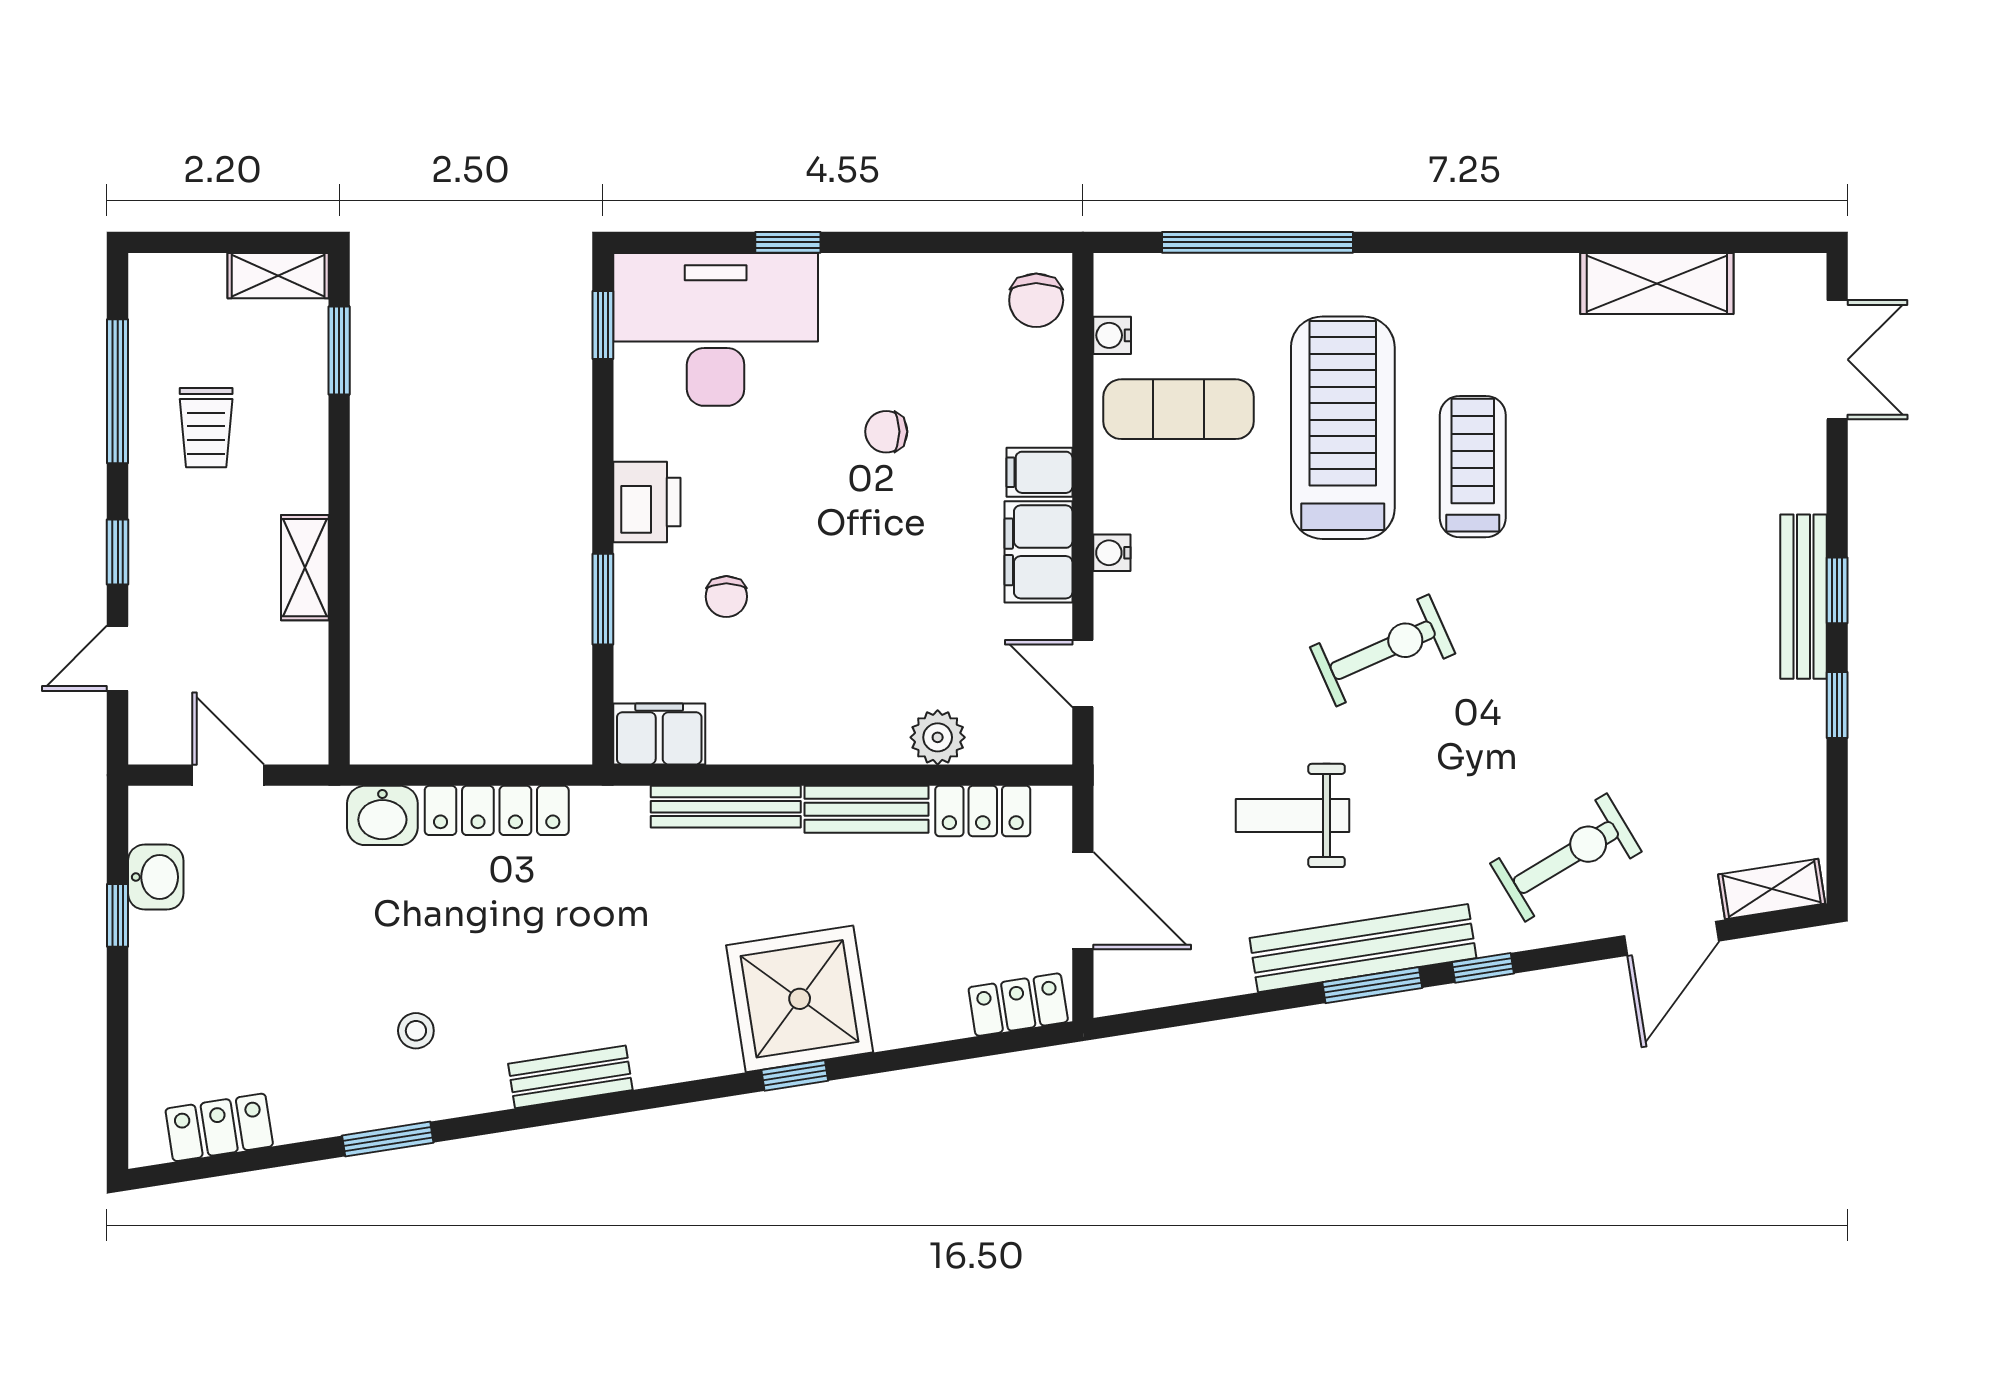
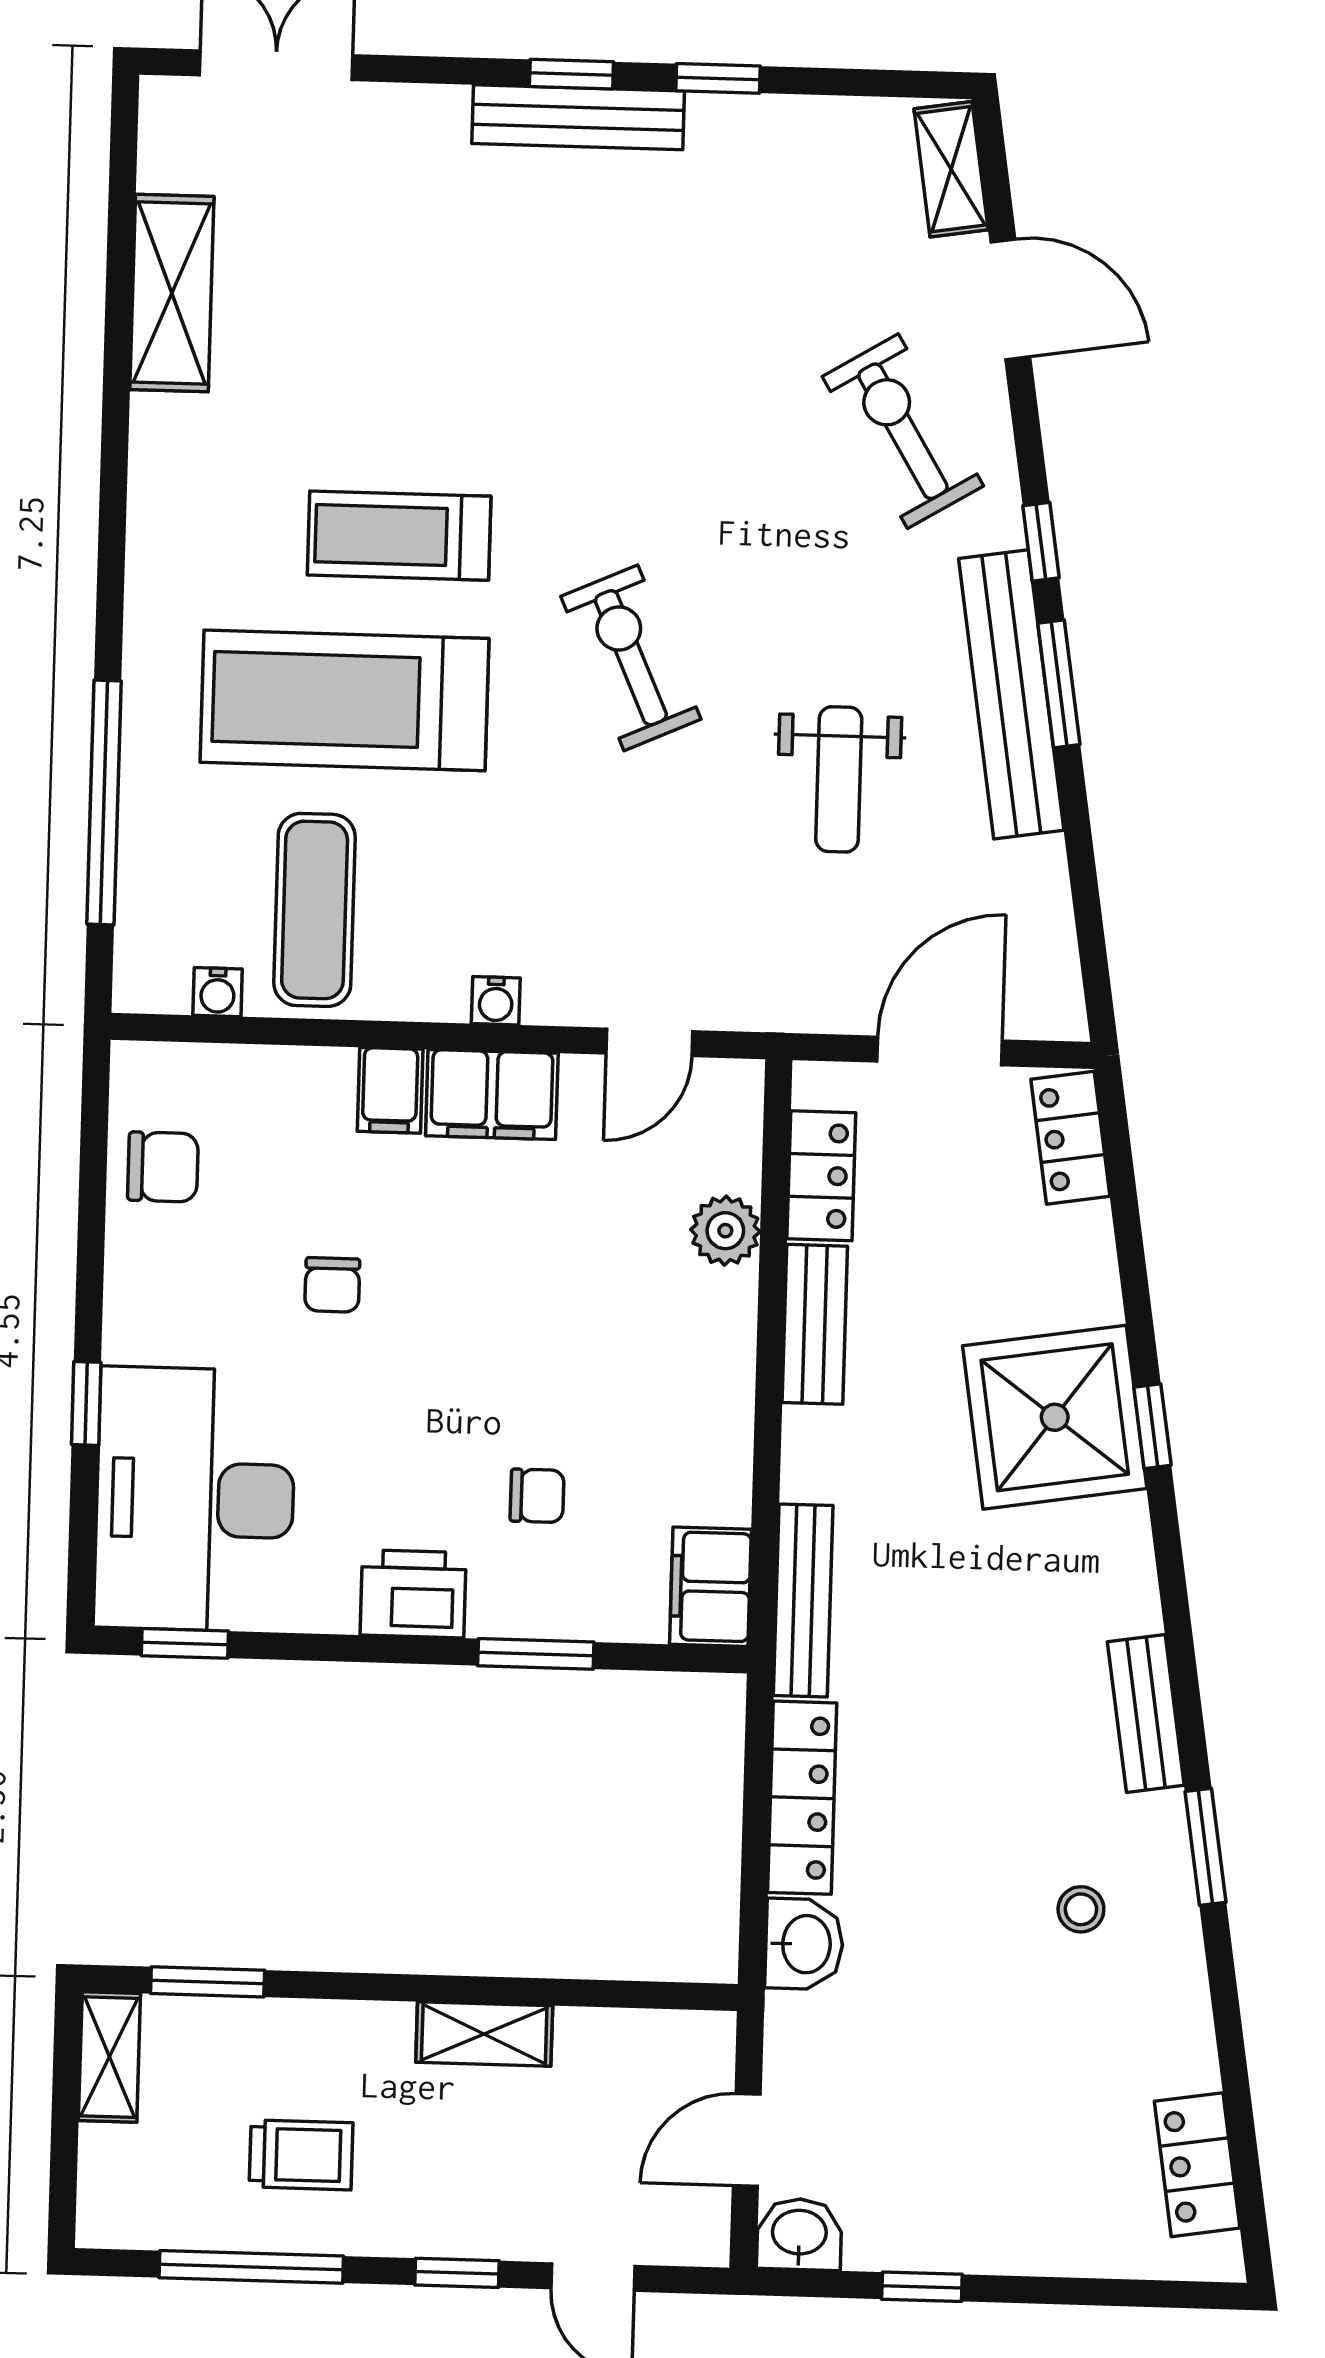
chair: (1036, 300) -> (163, 1167), moved
bench: (726, 807) -> (803, 1601), moved
washbasin: (156, 877) -> (799, 2234), moved
window: (388, 1139) -> (1206, 1847), moved

